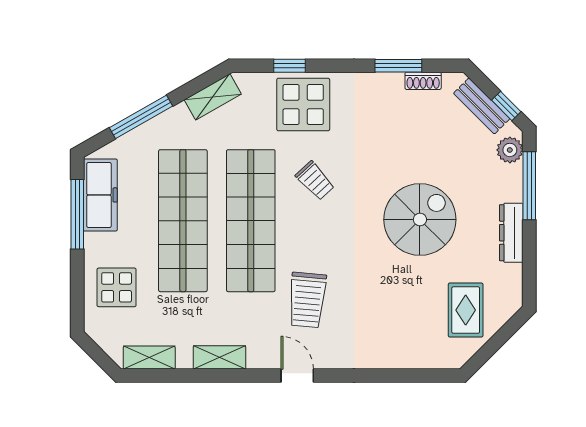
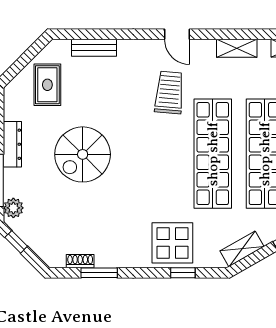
bench: (482, 106) -> (94, 48), moved, turned -45
trolley: (315, 181) -> (163, 184), removed

